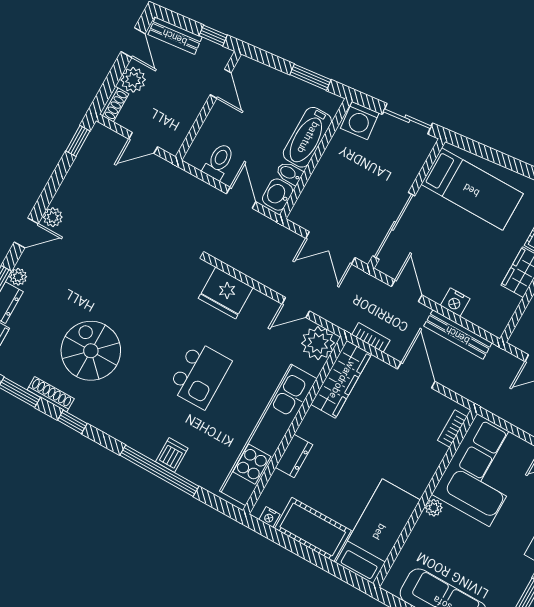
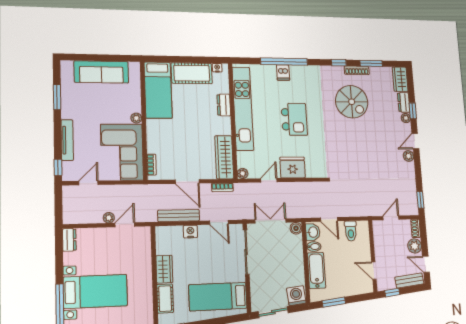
boiler: (299, 215) -> (296, 228), added
fridge: (226, 293) -> (293, 168), moved
plant: (318, 343) -> (243, 173), width x0.53, depth x0.53
kitchen island: (200, 375) -> (294, 119), turned 180

